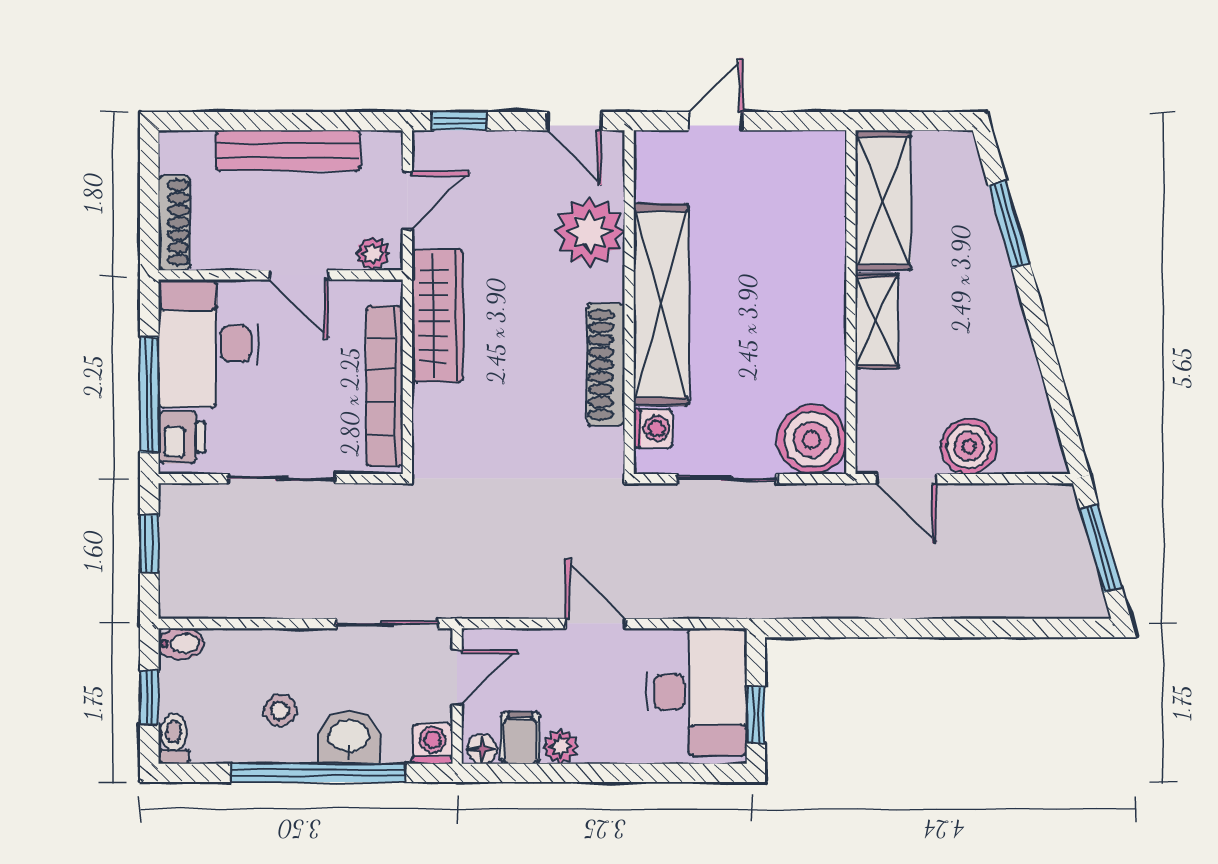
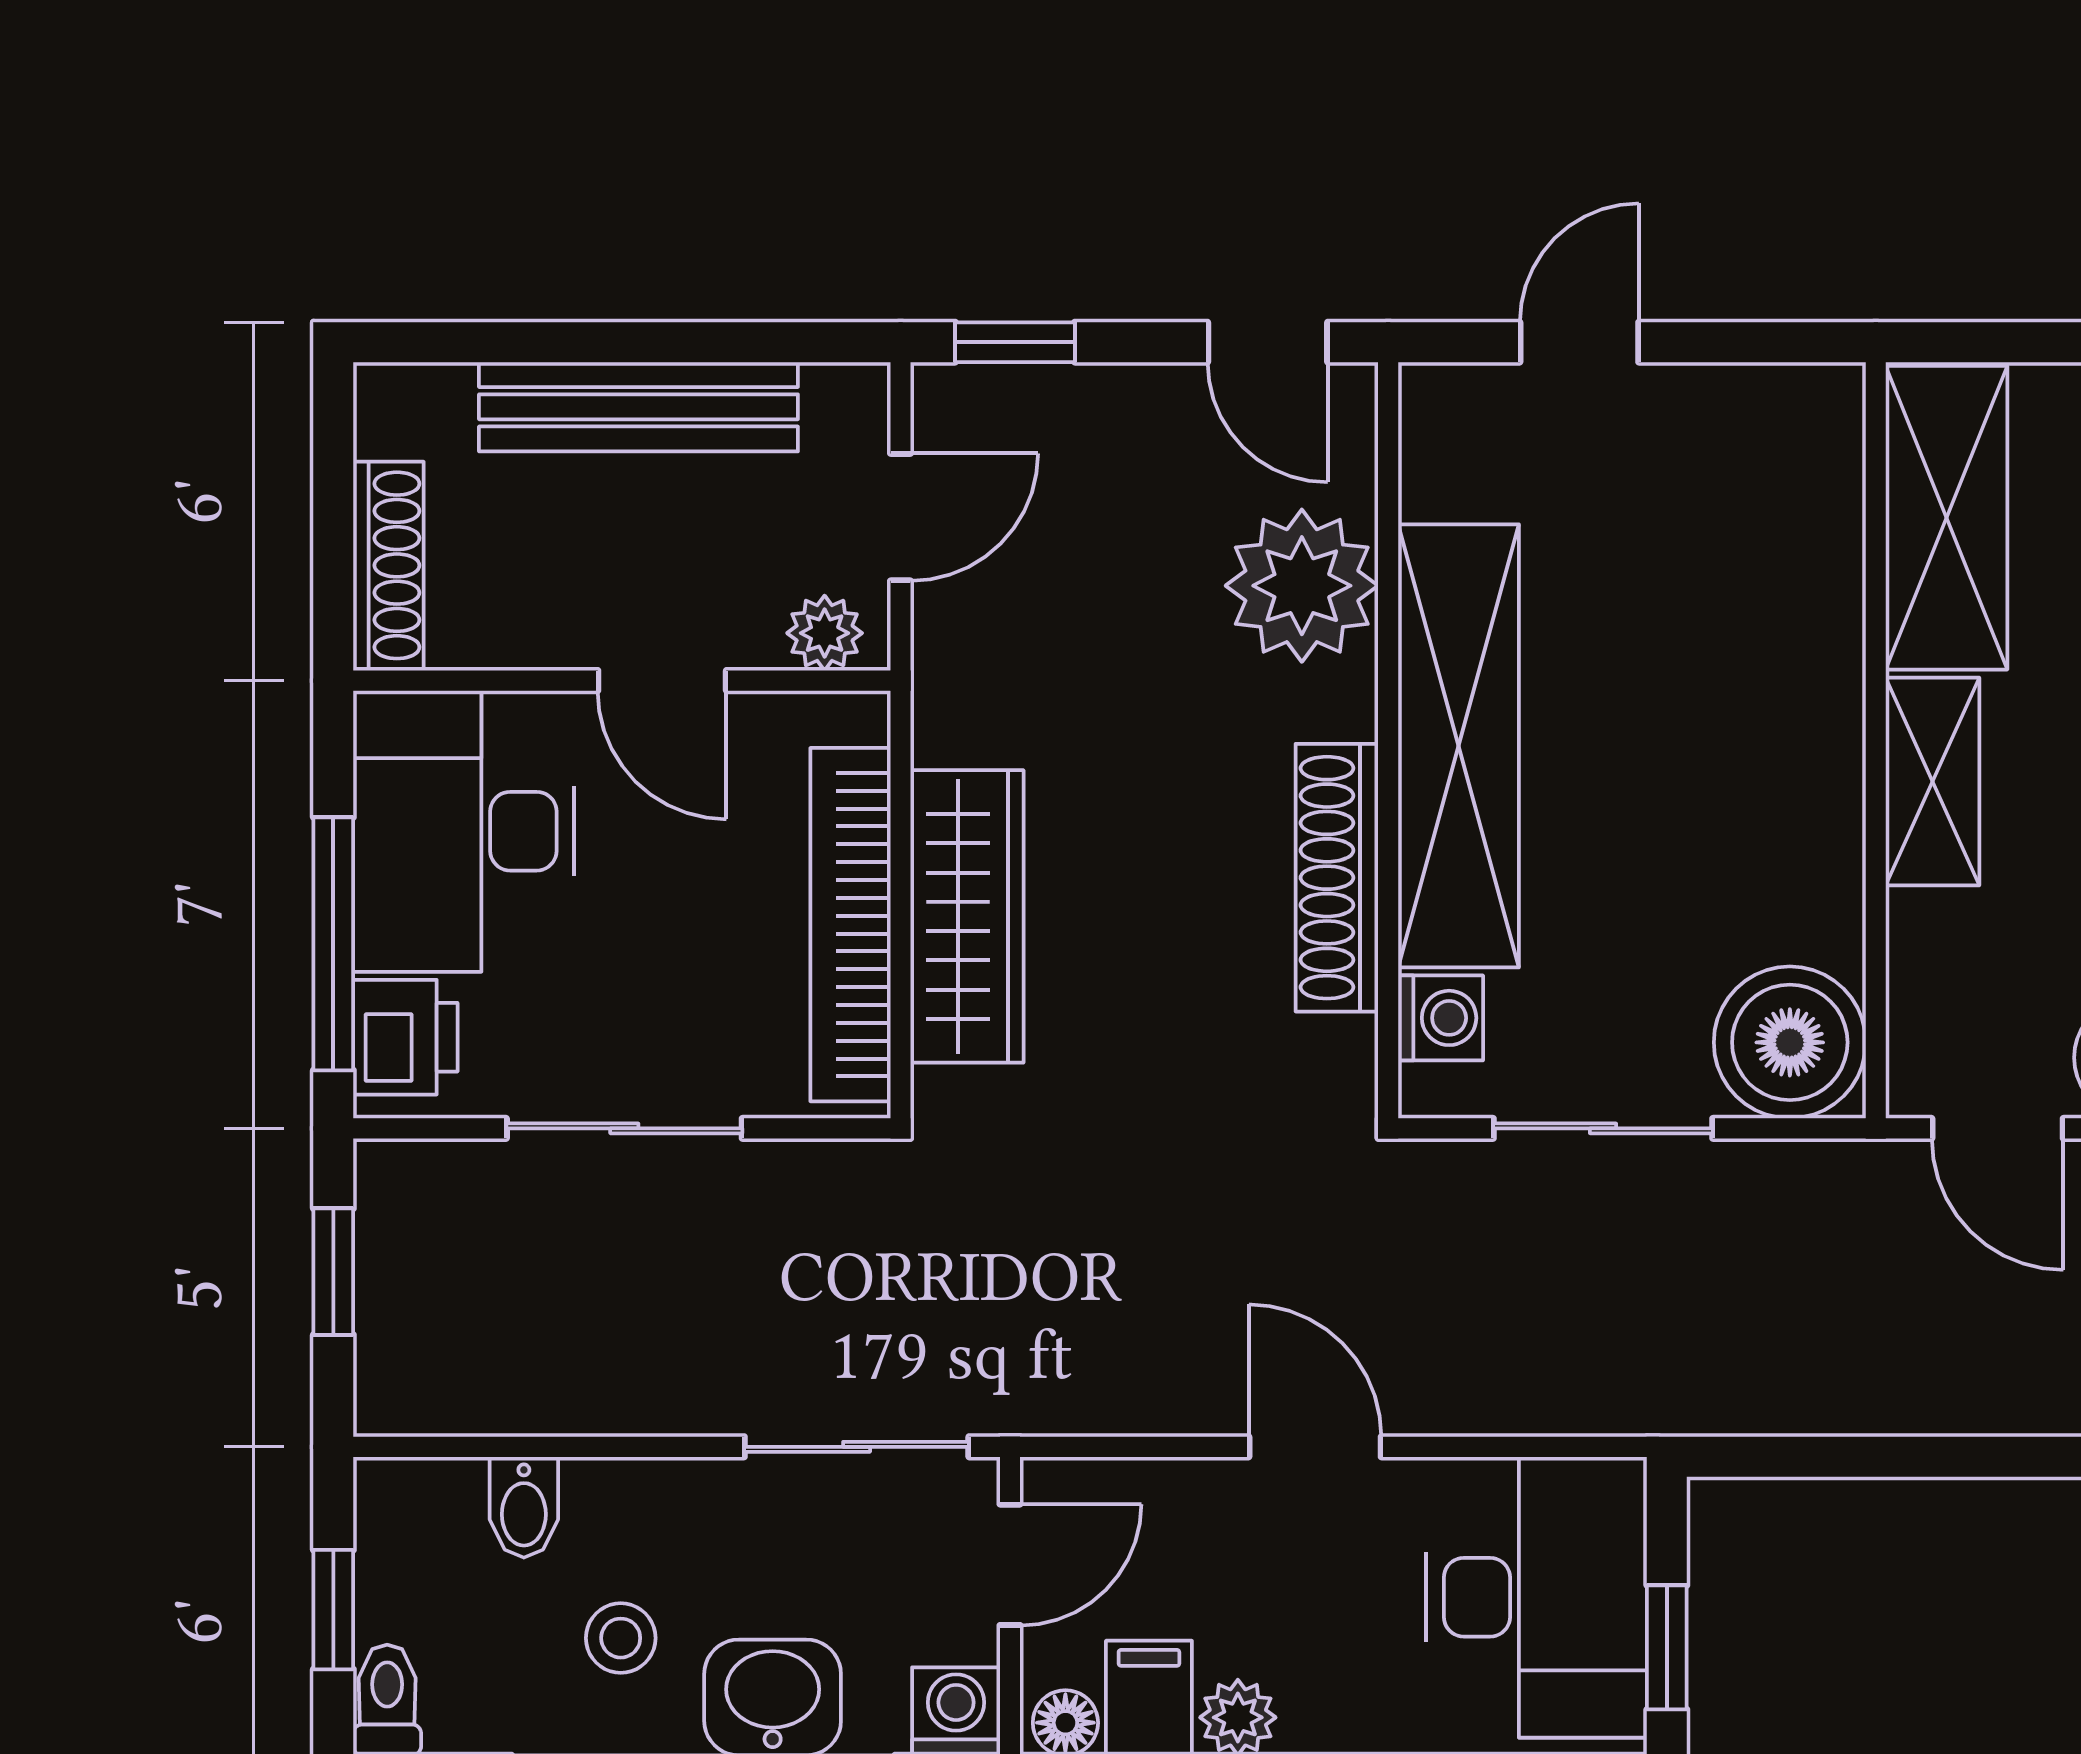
wardrobe: (438, 316) -> (967, 916), moved
bidet: (181, 644) -> (524, 1507), moved, turned 90

